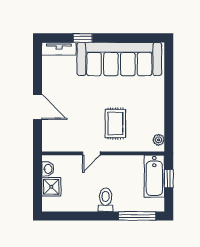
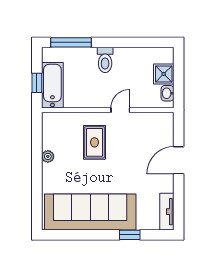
tv unit: (59, 49) -> (167, 212), moved, turned -90
door: (37, 107) -> (179, 160), hinge flipped
plant: (159, 140) -> (48, 156), moved

